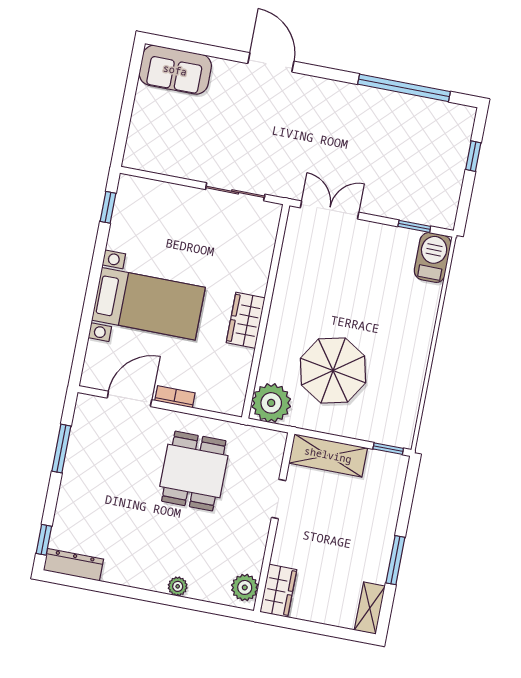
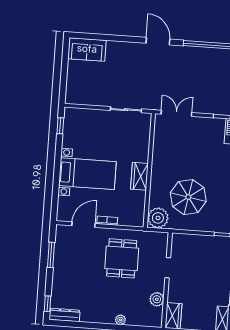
door: (271, 62) -> (158, 41), moved
shelving: (328, 455) -> (191, 242), removed
plant: (245, 587) -> (157, 299), moved

